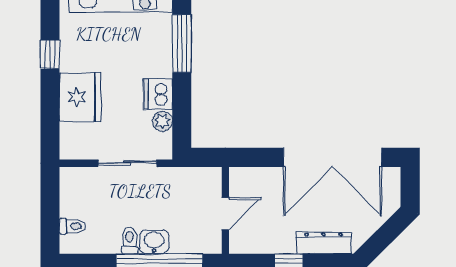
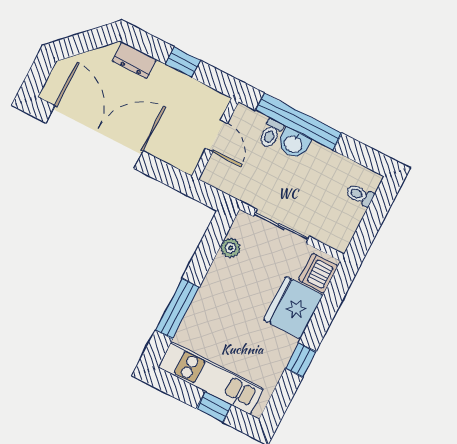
dishwasher: (158, 94) -> (318, 273), moved, turned 180
door: (225, 214) -> (217, 136), swing flipped
toilet: (130, 240) -> (271, 133), moved
dresser: (323, 243) -> (134, 60), width x0.70

